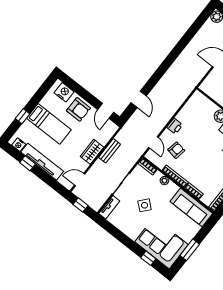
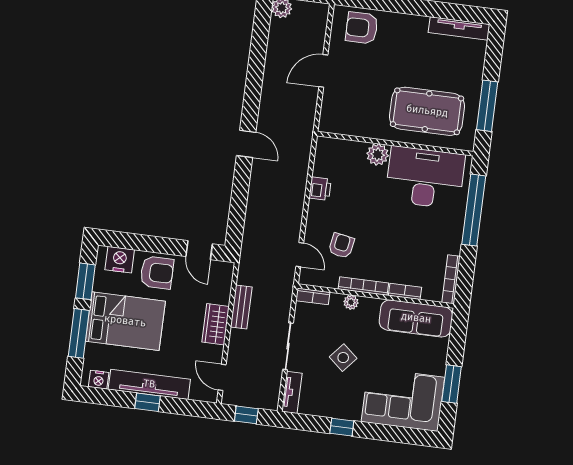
window: (41, 93) -> (85, 281), added
door: (139, 99) -> (246, 144), moved
window: (23, 116) -> (79, 333), width x2.17
bed: (49, 124) -> (125, 321), width x1.50
printer: (175, 126) -> (320, 189), moved
window: (28, 163) -> (148, 402), moved
door: (80, 180) -> (222, 377), hinge flipped
window: (148, 258) -> (342, 427), moved

